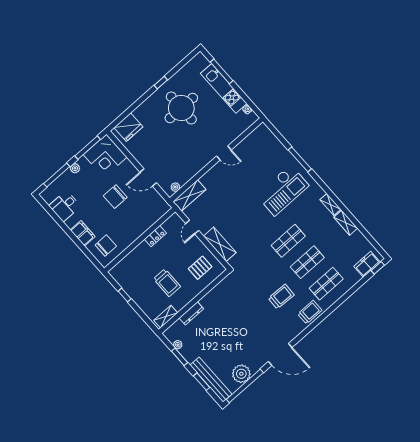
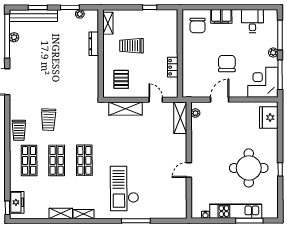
plant: (241, 374) -> (14, 37), width x0.53, depth x0.53

